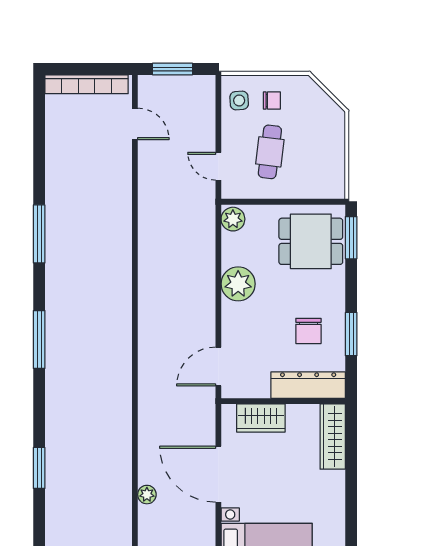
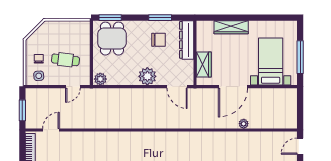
plant: (238, 284) -> (147, 76), moved
wardrobe: (333, 437) -> (231, 27), moved

